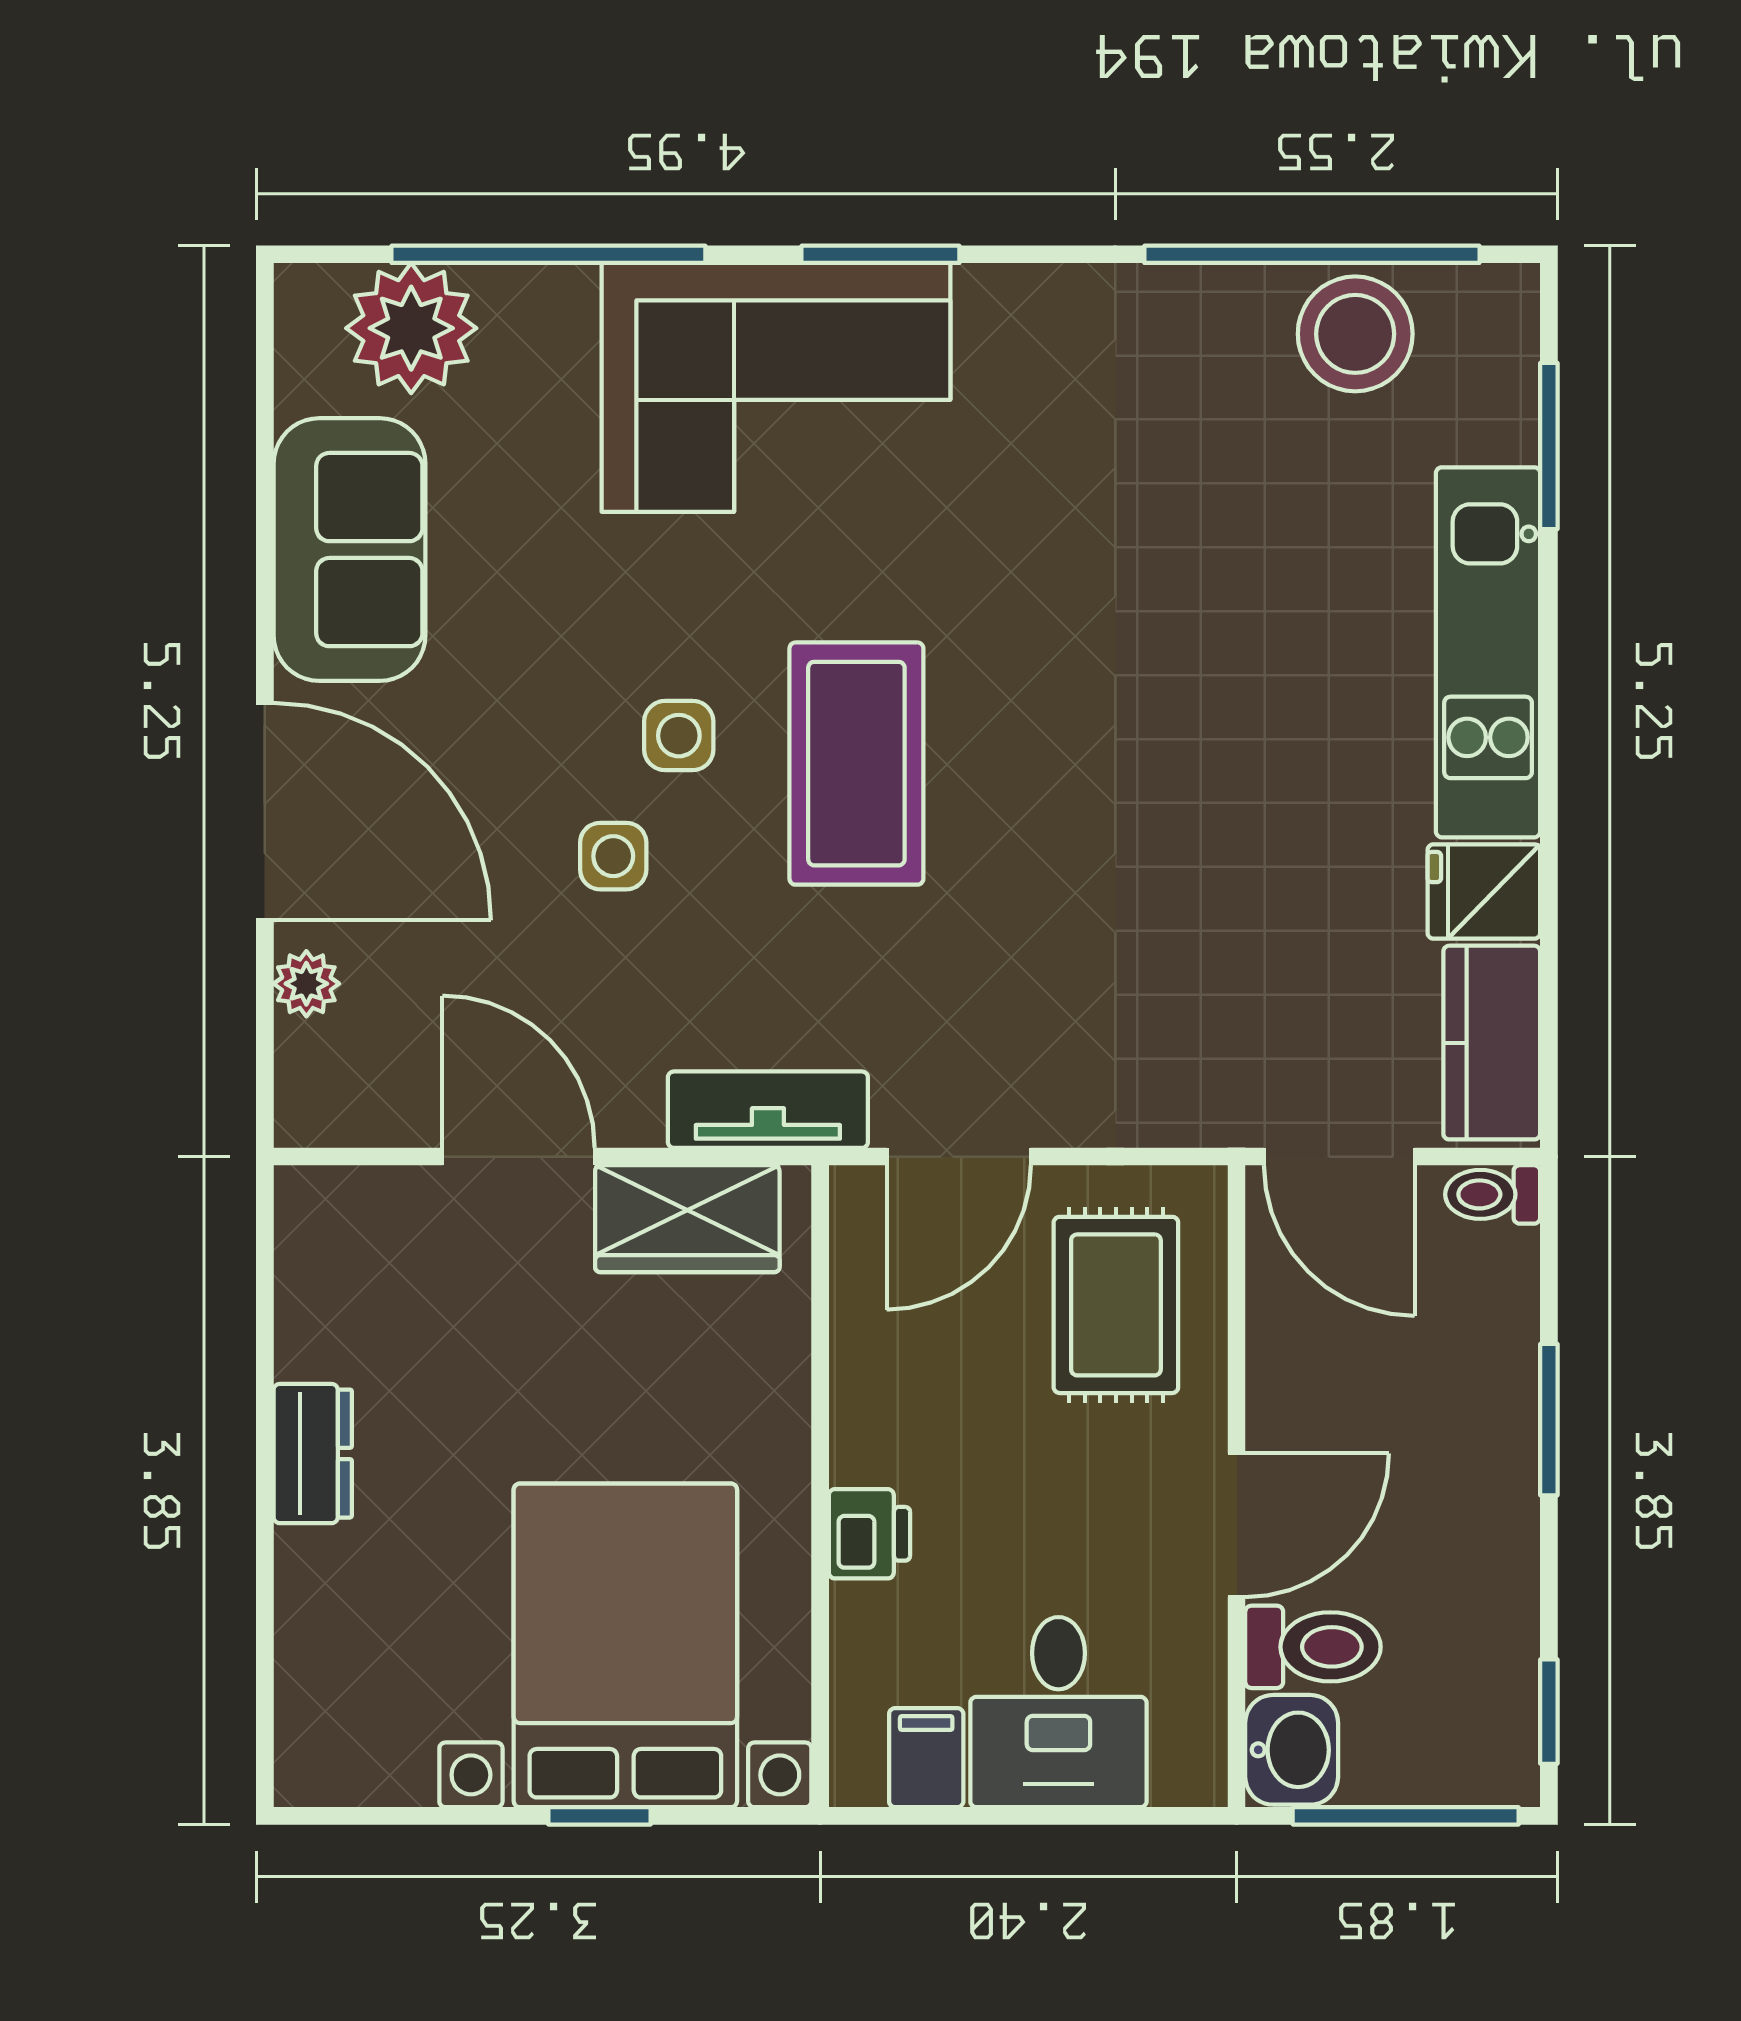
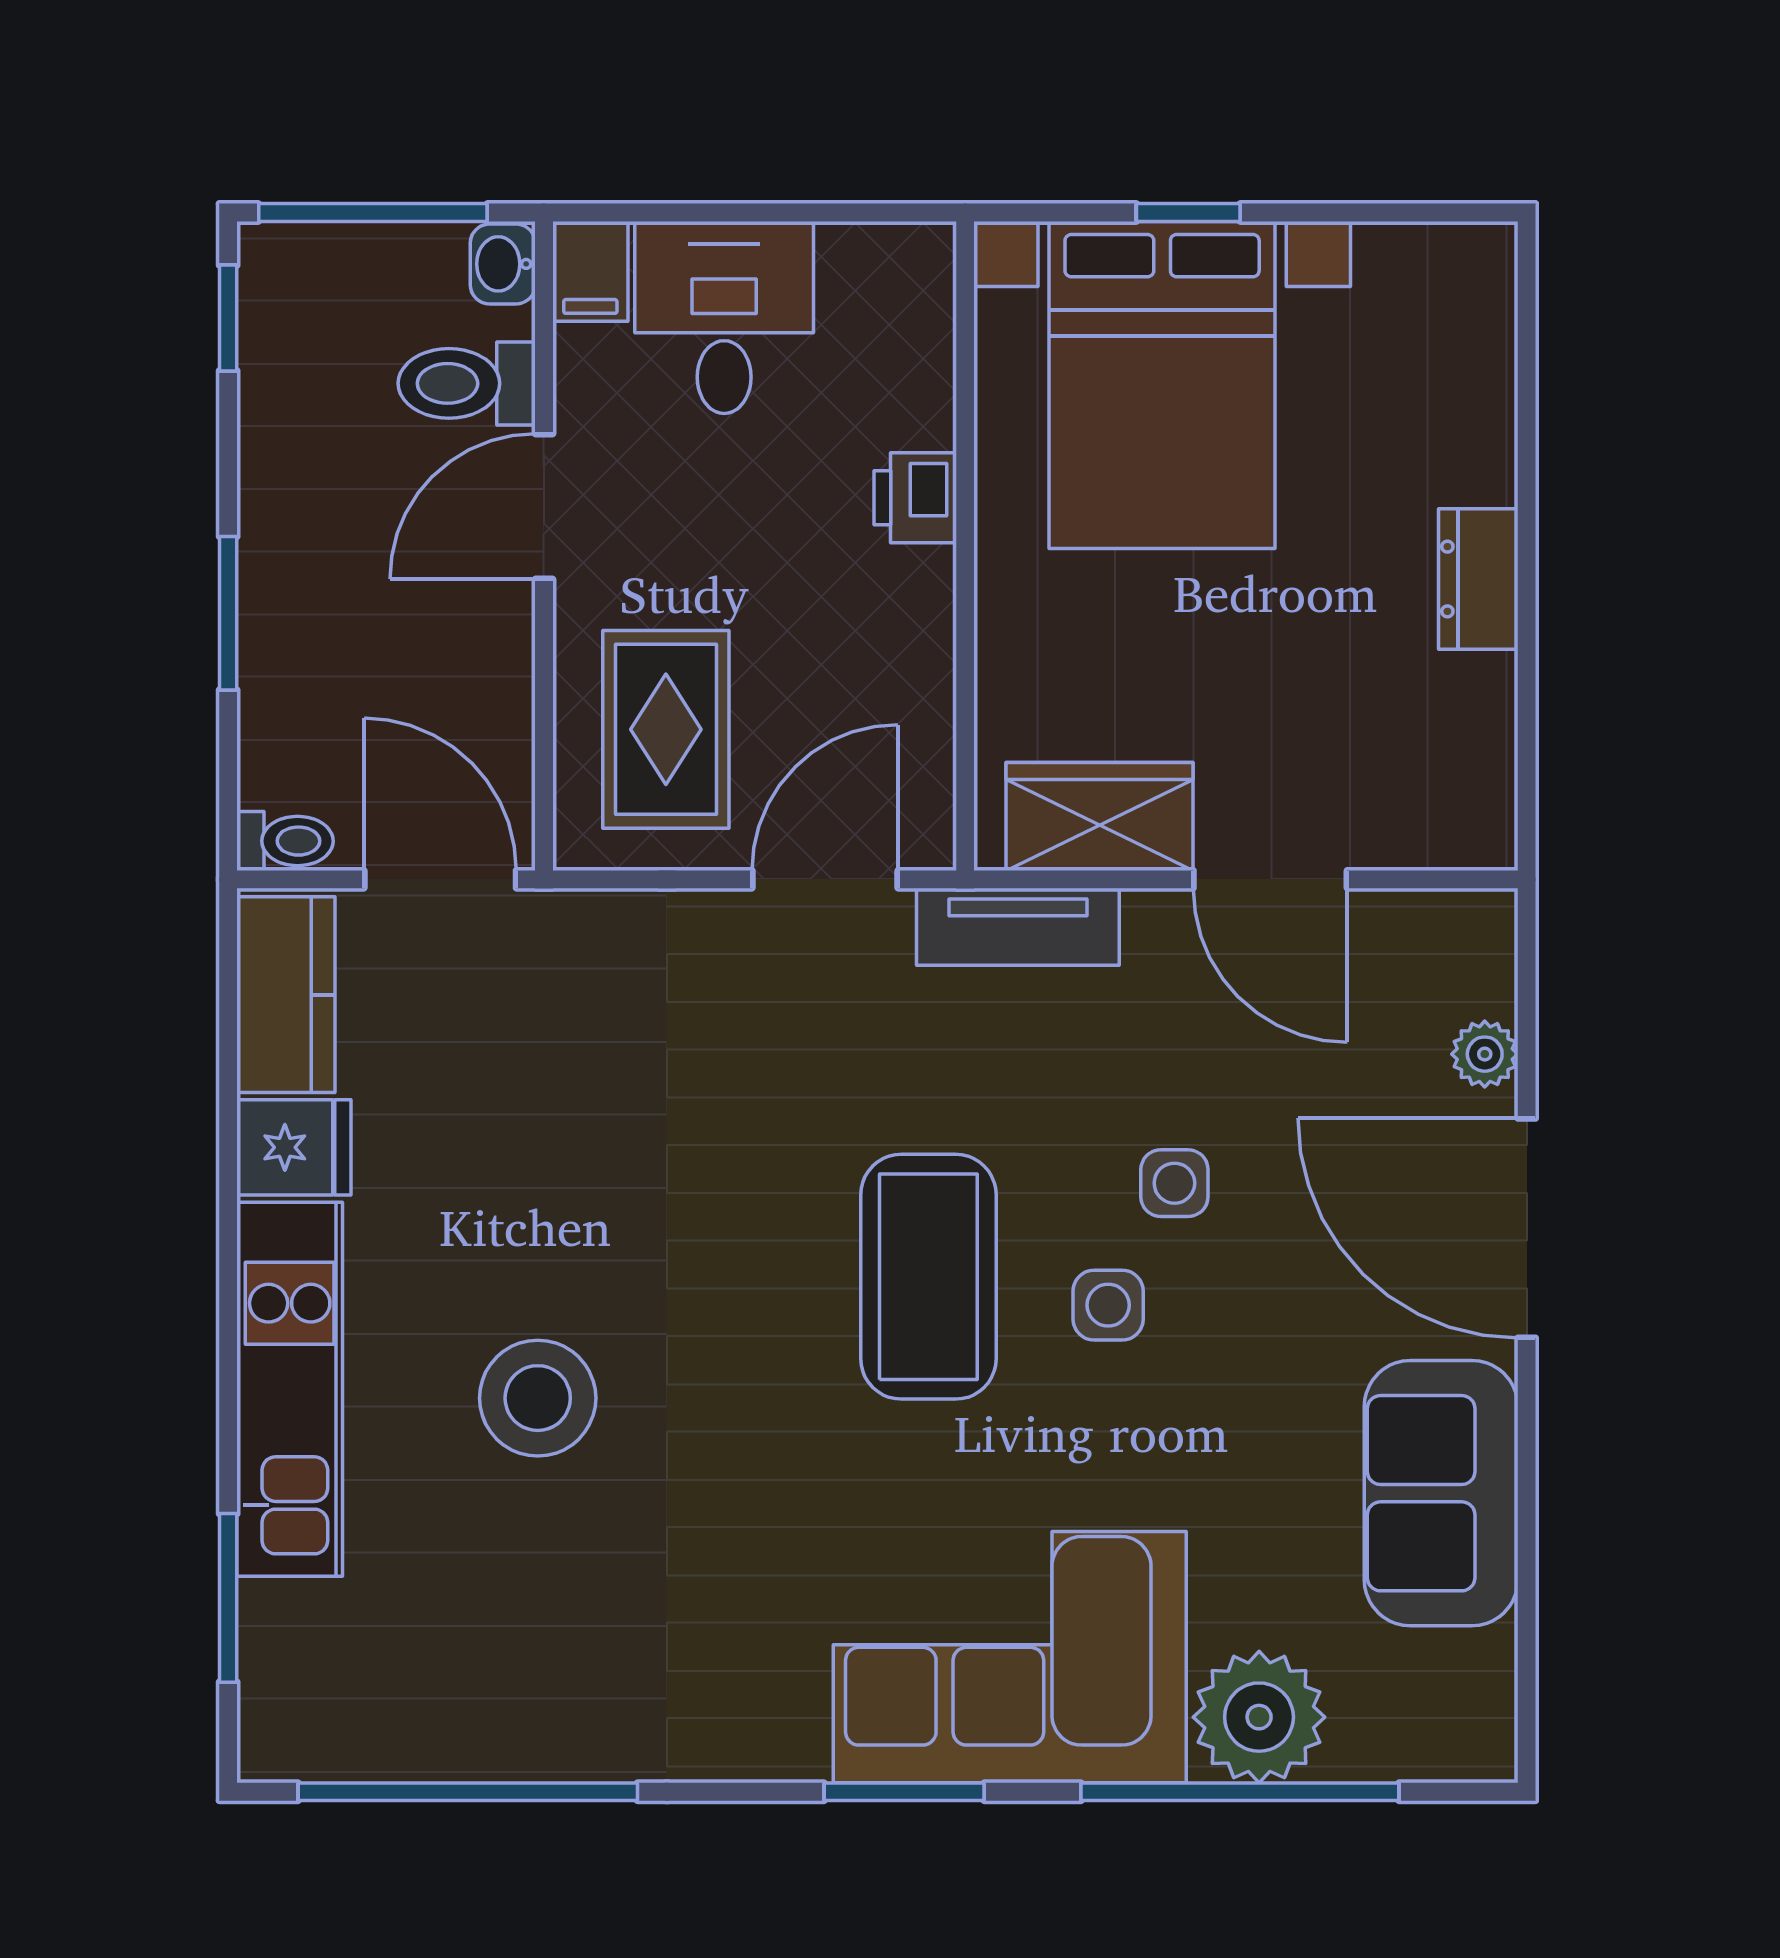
plant: (411, 328) -> (1259, 1717), moved
stool: (1355, 334) -> (538, 1398), moved
washbasin: (1292, 1750) -> (503, 264), width x0.72, depth x0.69
filing cabinet: (926, 1758) -> (590, 271), moved

